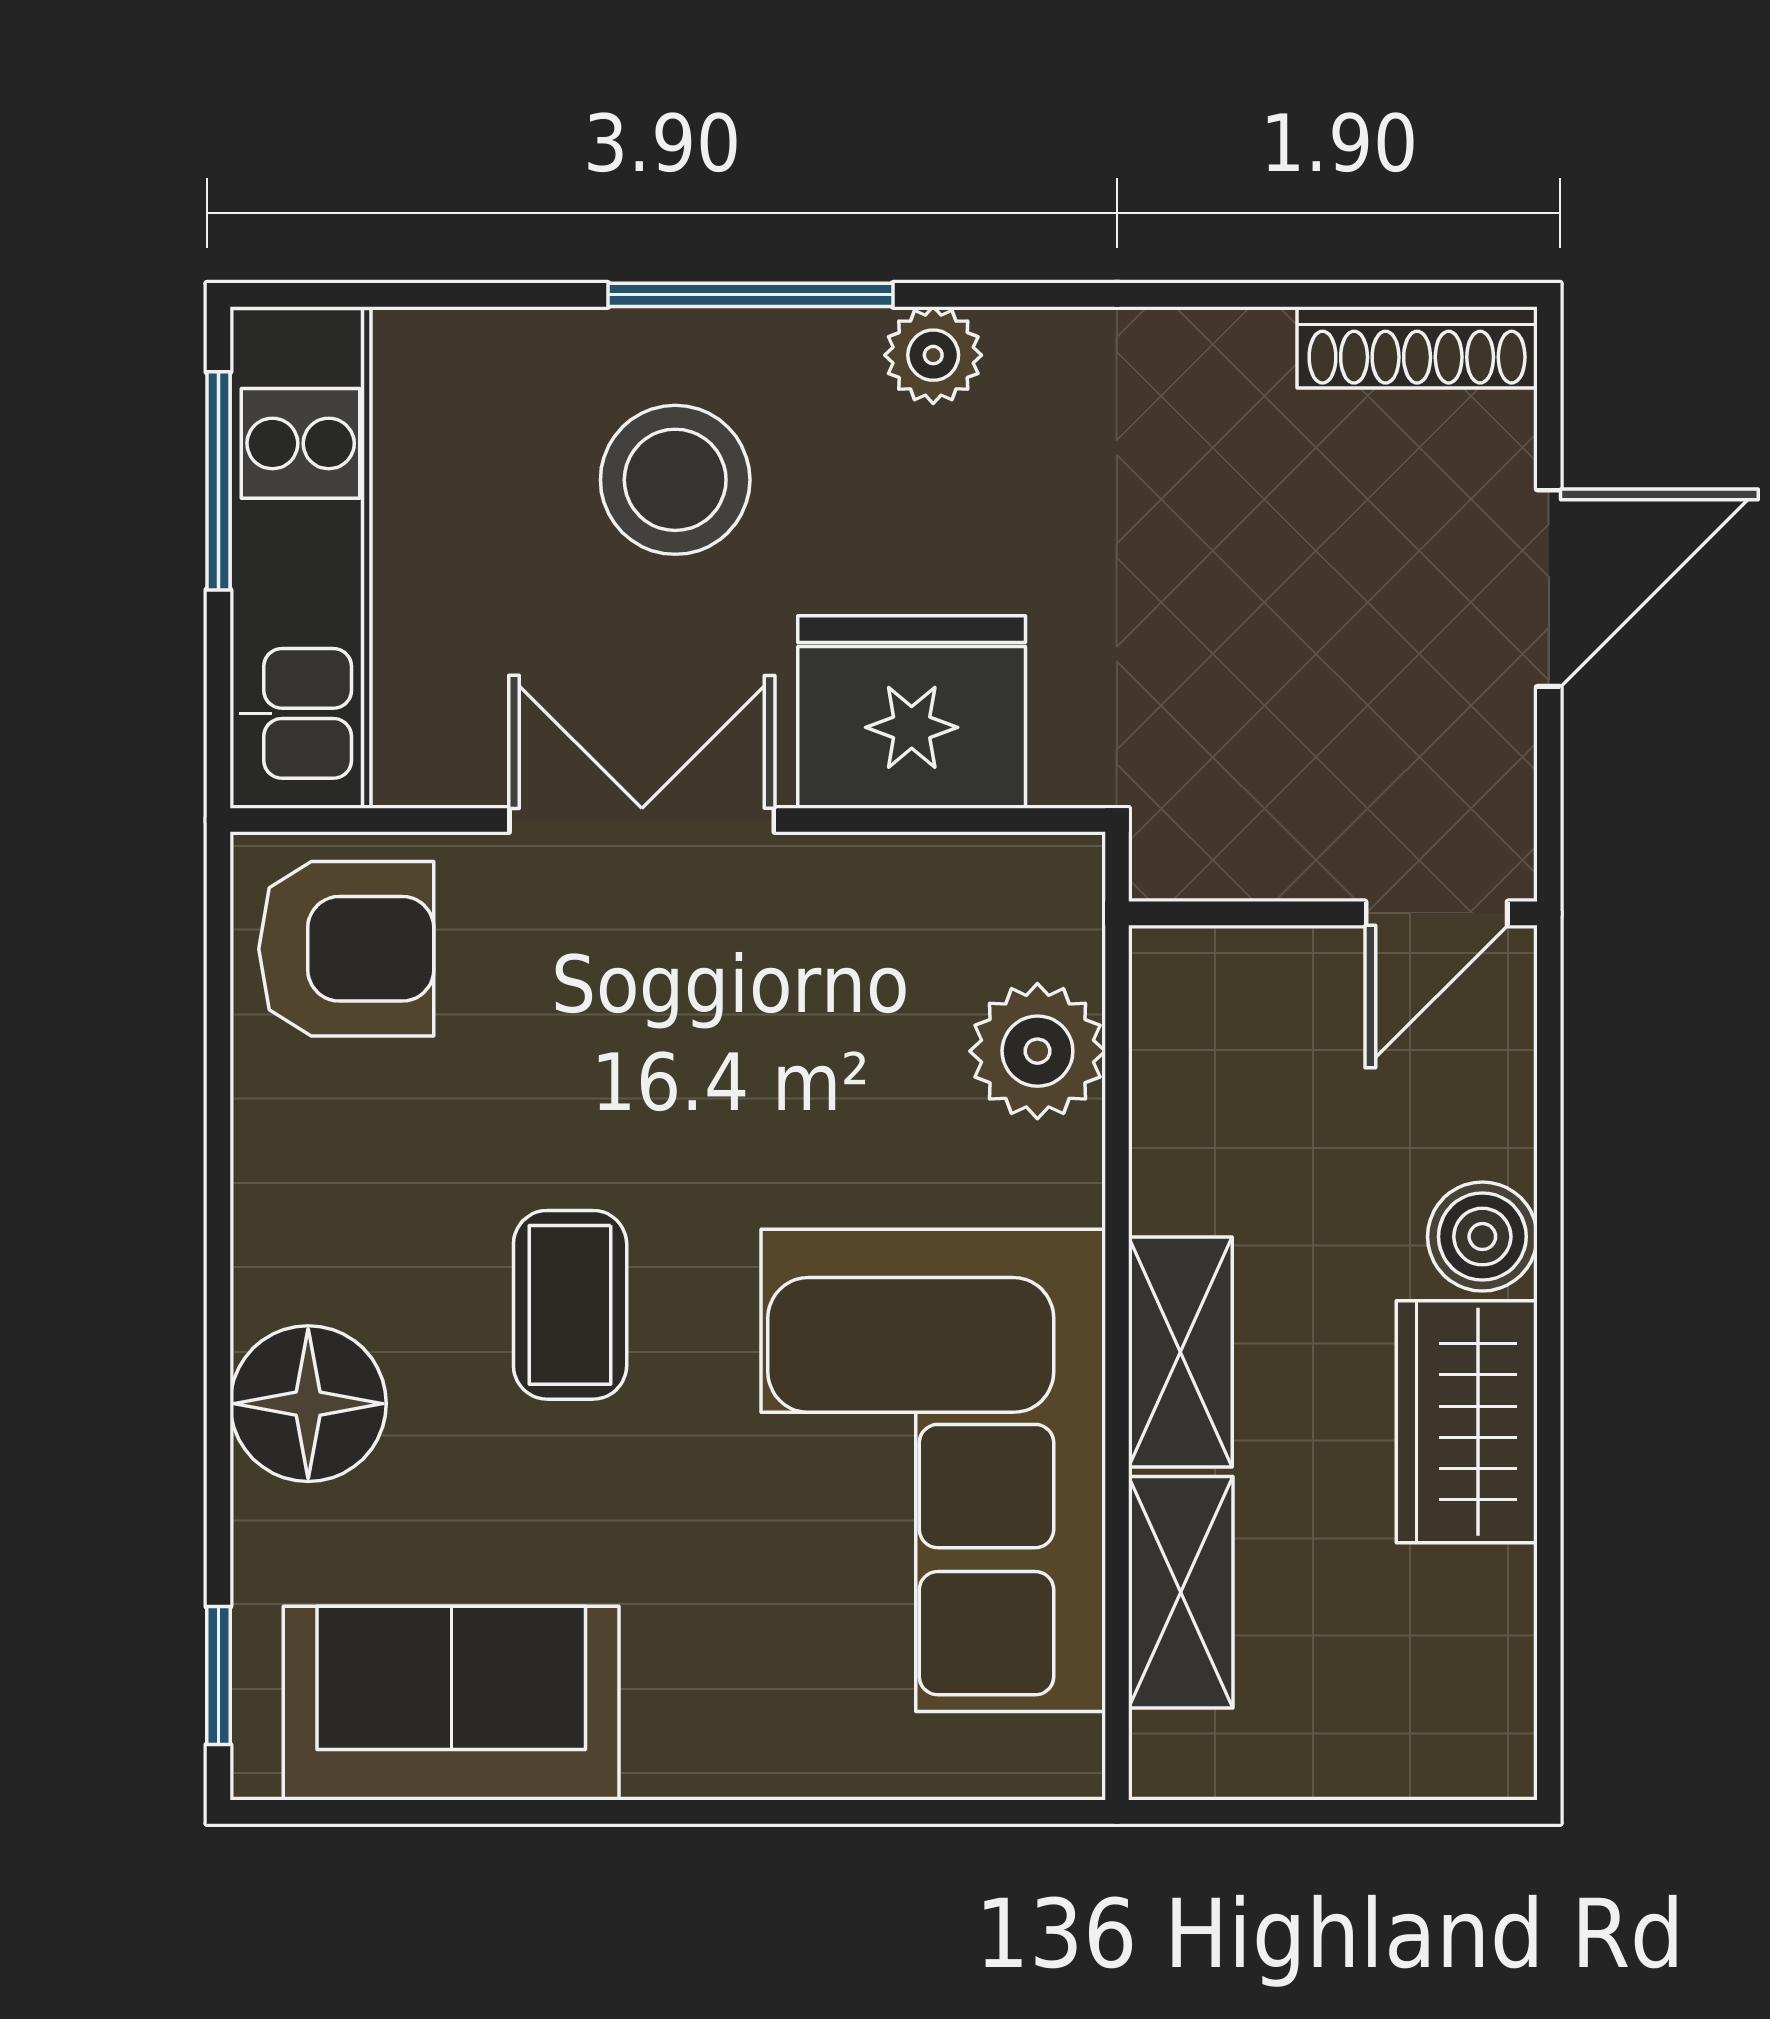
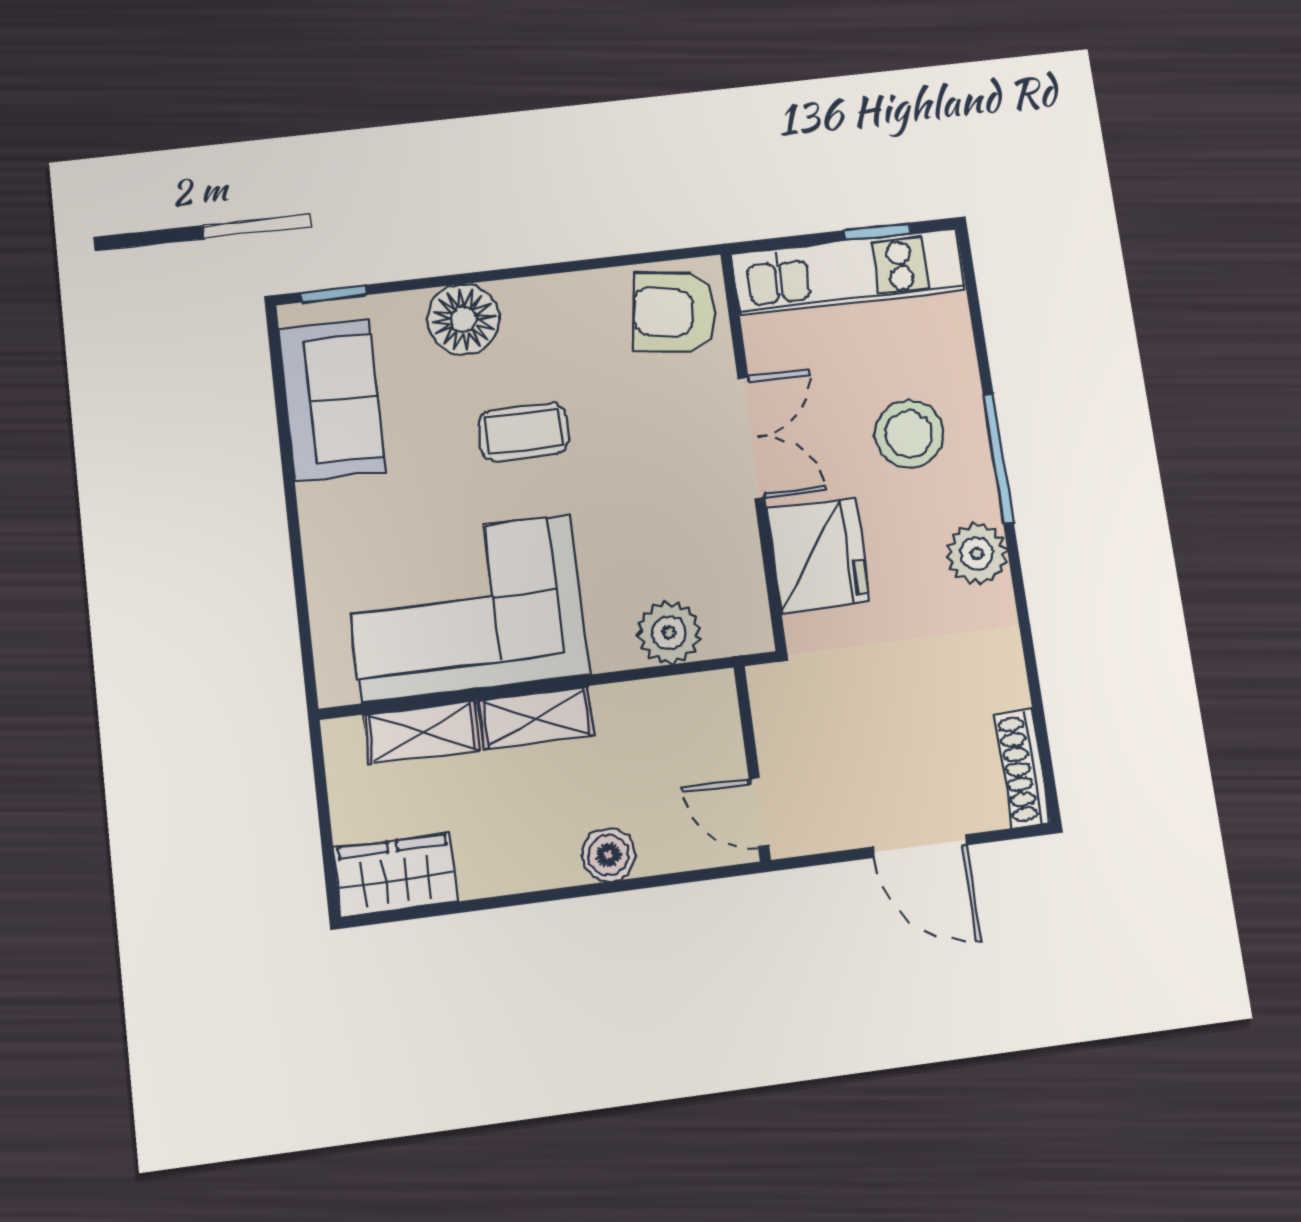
plant: (933, 355) -> (977, 554), width x1.38, depth x1.38
window: (218, 481) -> (878, 232), width x0.67
armchair: (346, 949) -> (674, 312), turned 98
wardrobe: (1467, 1422) -> (395, 875), moved

